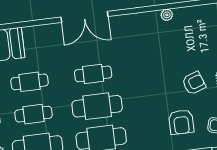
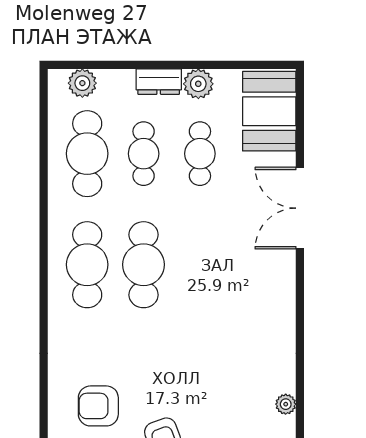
double door: (84, 17) -> (300, 208), moved
cafe table: (93, 74) -> (200, 265), removed

